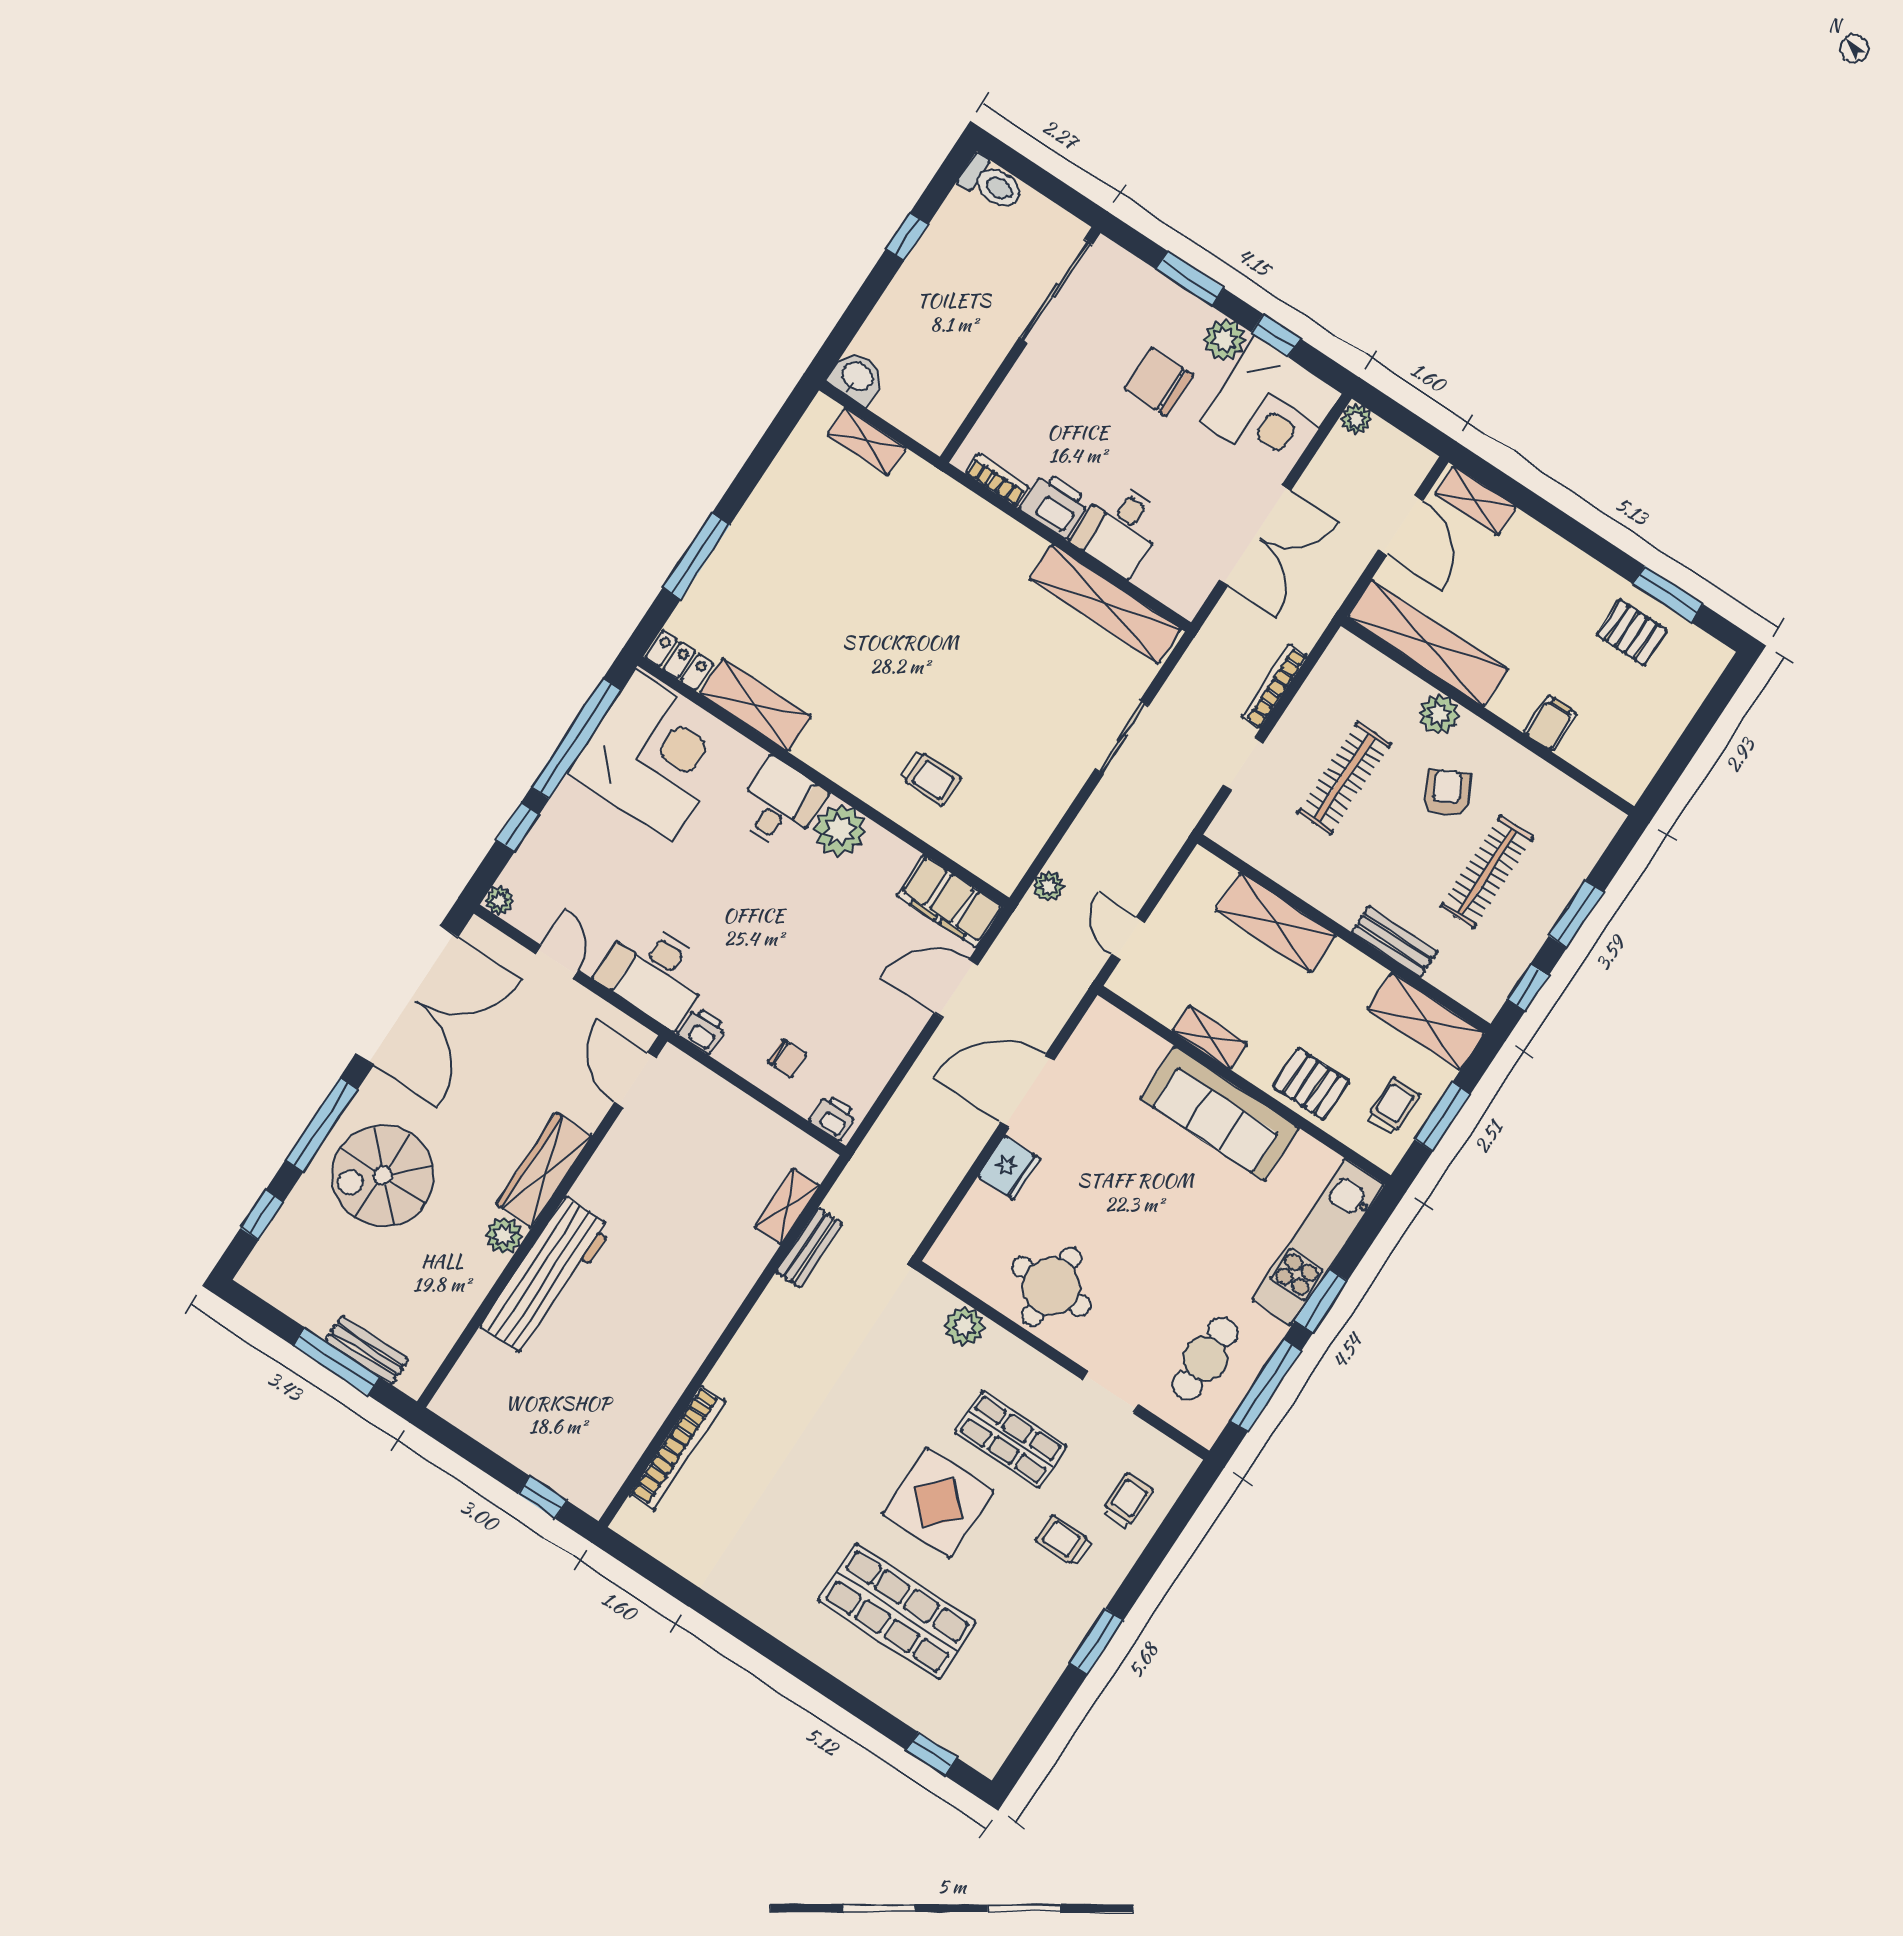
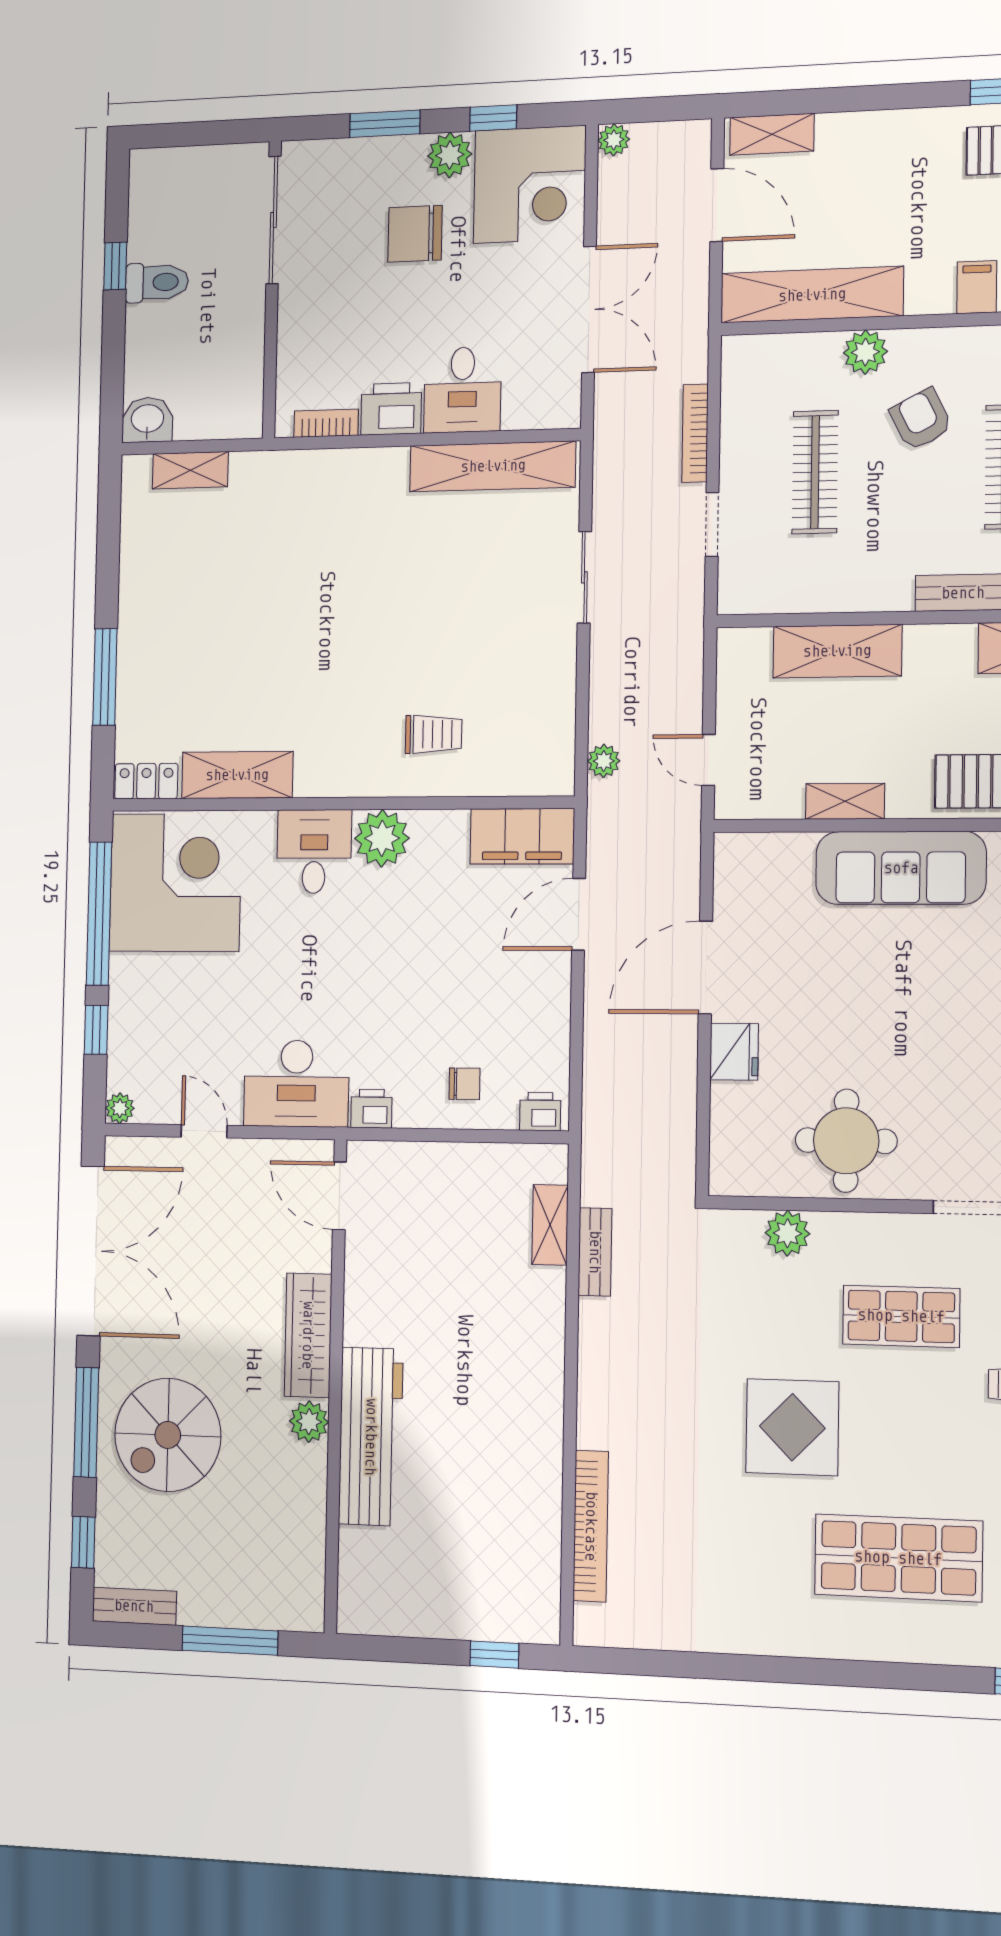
toilet: (992, 183) -> (157, 282), moved
bench: (367, 1350) -> (134, 1606), moved
display table: (938, 1503) -> (792, 1427), moved

